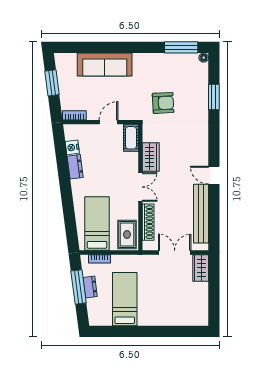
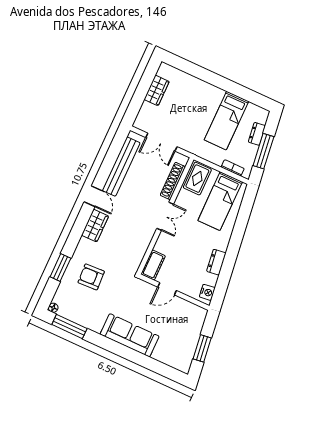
sofa: (105, 64) -> (130, 335), moved
armchair: (163, 103) -> (91, 277), moved
bookcase: (74, 115) -> (195, 309), removed
nightstand: (72, 147) -> (207, 292), moved
wardrobe: (151, 157) -> (95, 226), moved, turned 180
double door: (140, 187) -> (165, 216), swing flipped
wardrobe: (201, 268) -> (157, 90), moved
dresser: (90, 287) -> (257, 134), moved

